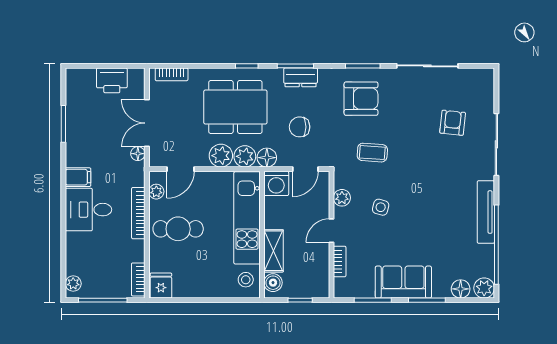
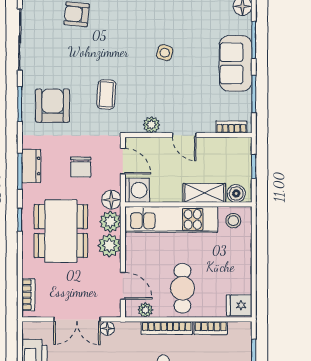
side table: (381, 207) -> (165, 53), moved
bookcase: (340, 261) -> (231, 127), moved
bookcase: (138, 279) -> (211, 328), moved

